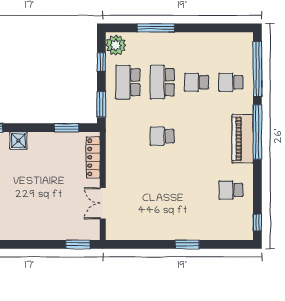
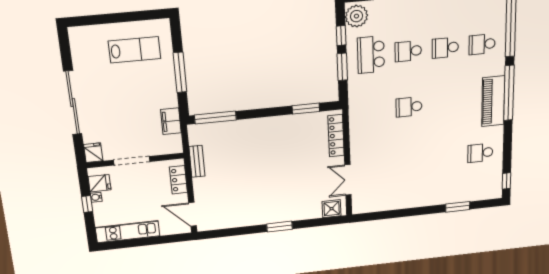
school desk: (162, 82) -> (408, 51), width x0.54
window: (101, 104) -> (342, 67), moved
shower: (18, 141) -> (332, 209), moved
window: (78, 244) -> (280, 227), moved
window: (187, 244) -> (458, 207), moved

